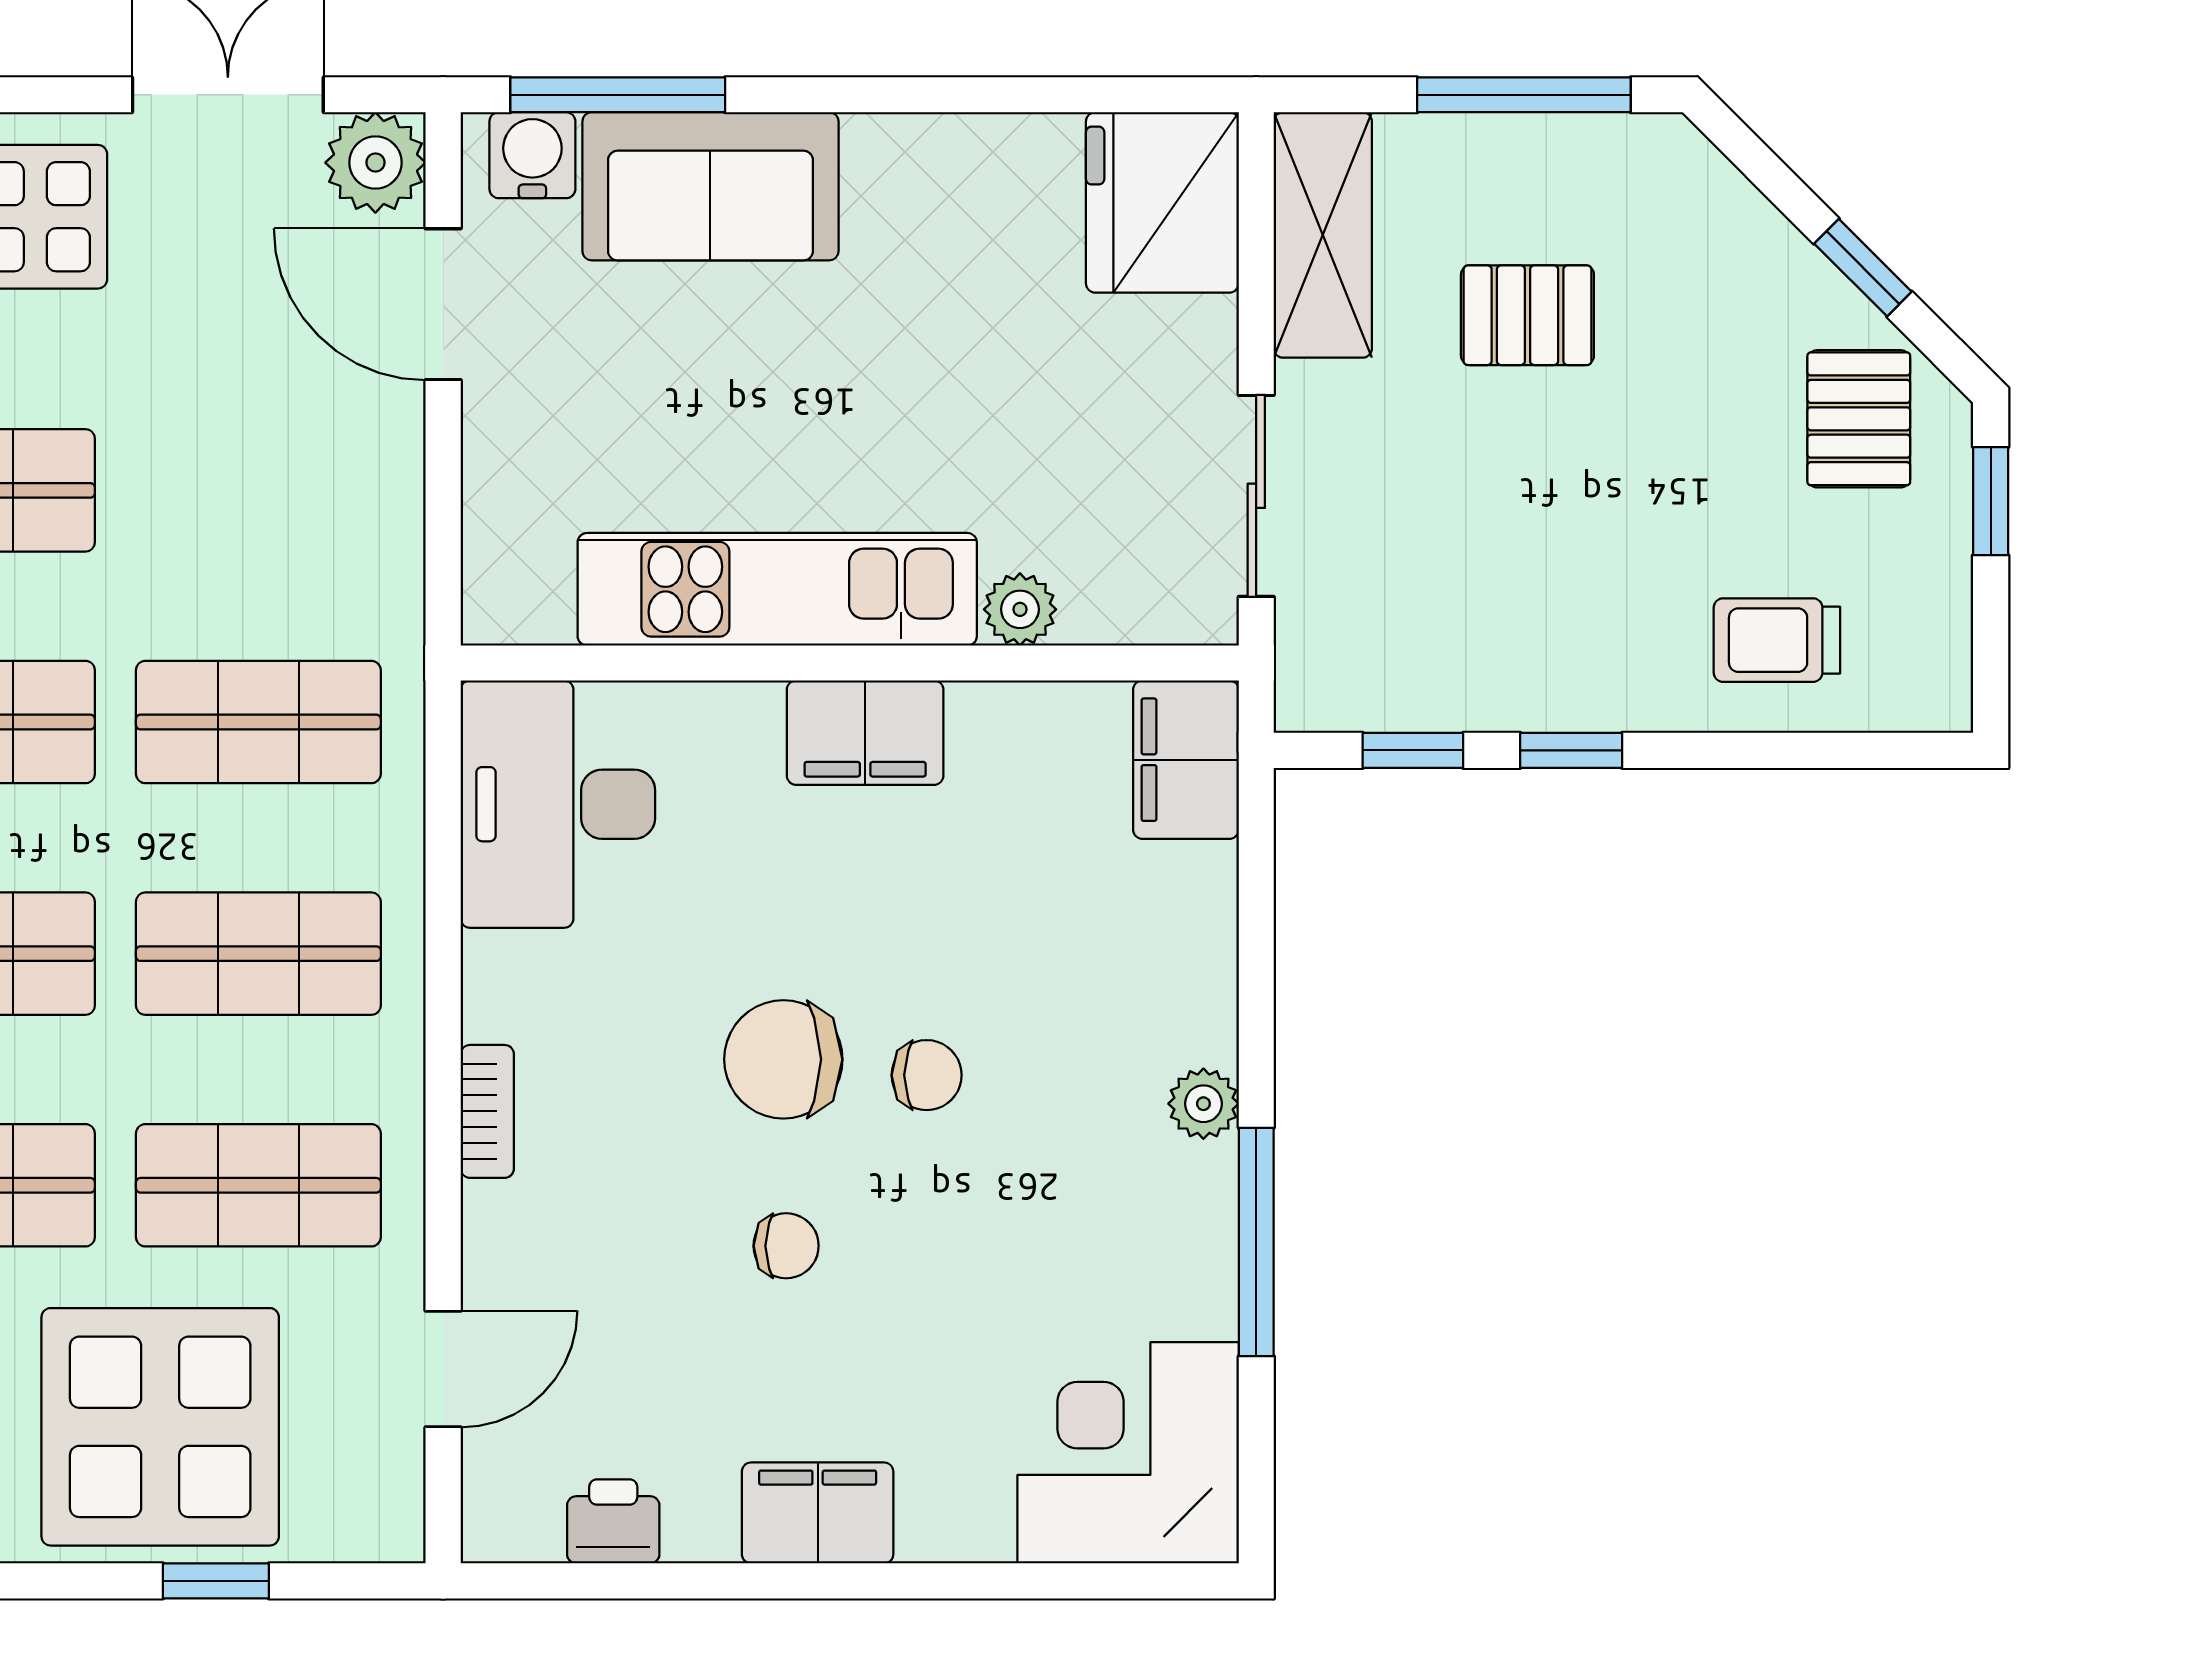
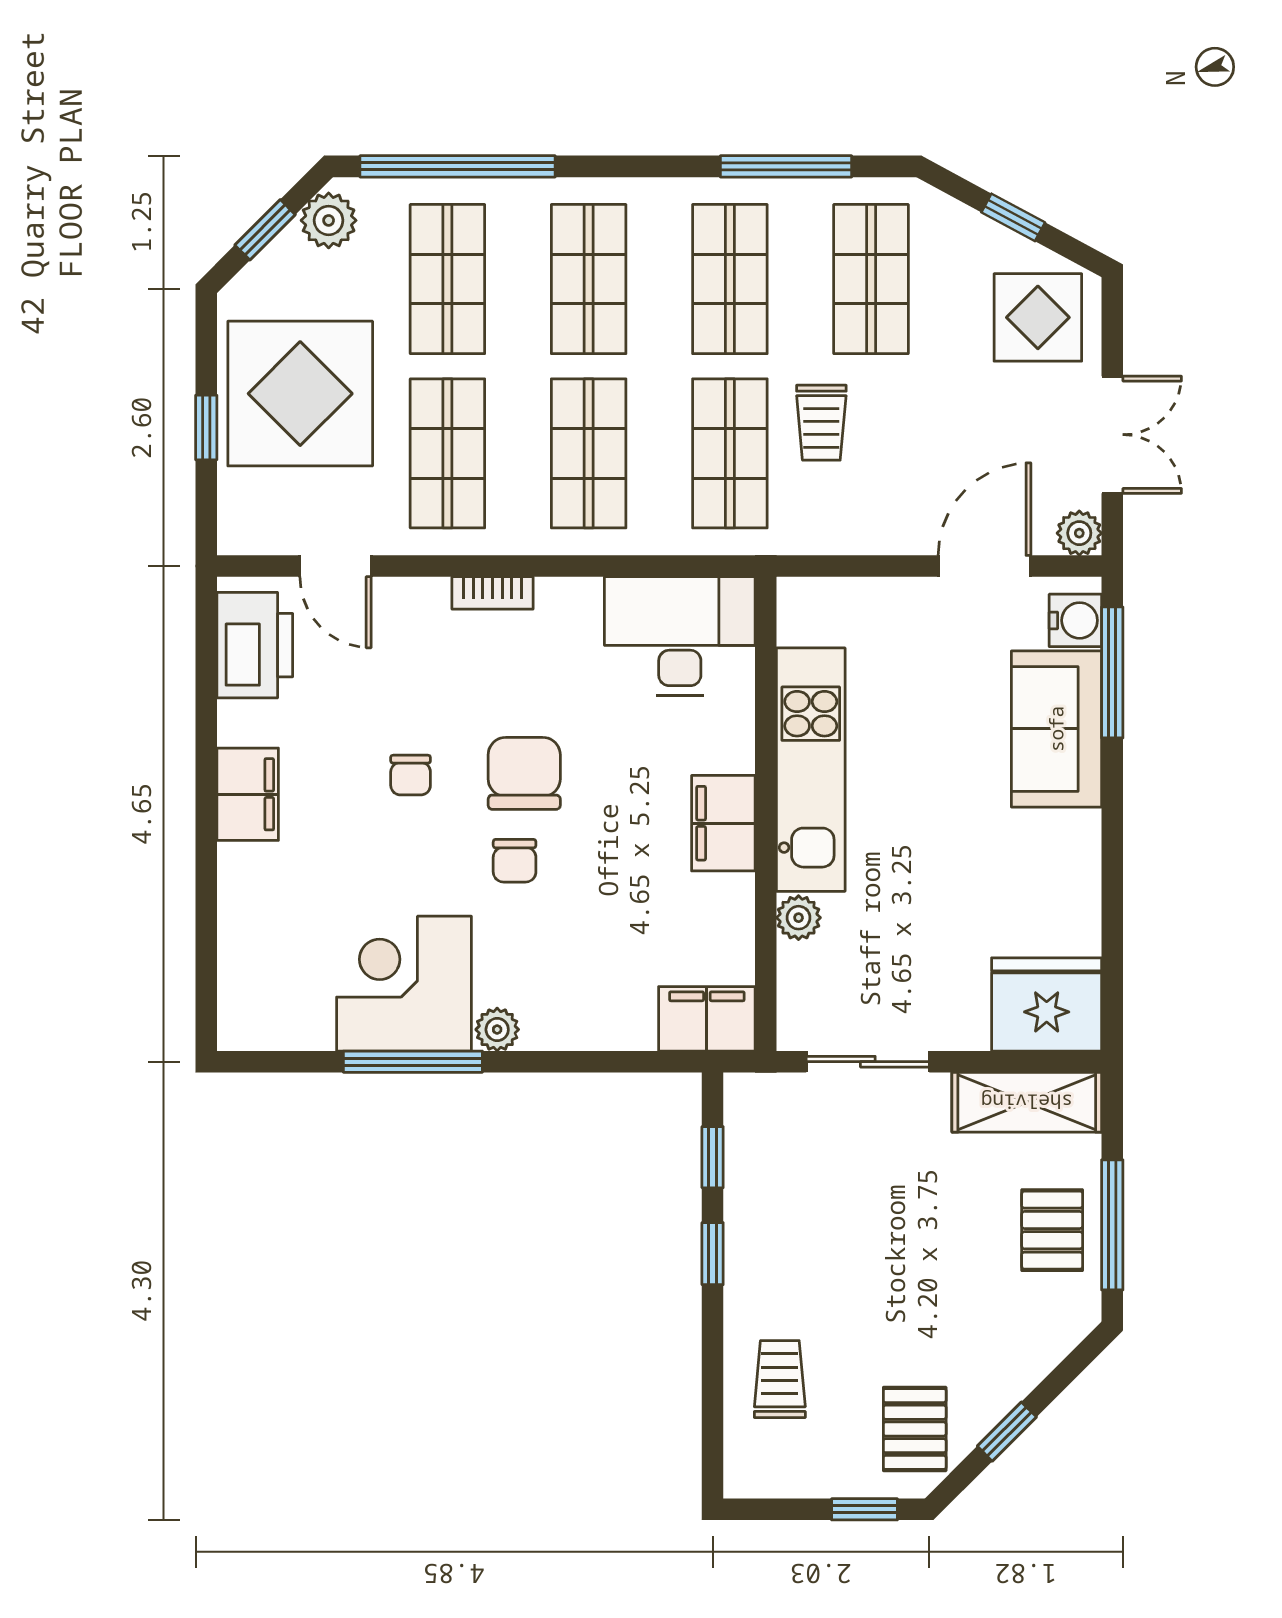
plant: (375, 163) -> (1079, 533), width x0.73, depth x0.73
pallet: (1527, 315) -> (1052, 1230), moved
pallet: (1859, 419) -> (915, 1429), turned 90
trolley: (208, 572) -> (821, 423), added
corner desk: (1128, 1453) -> (404, 984), moved, turned -90
printer: (613, 1521) -> (255, 645), width x1.87, depth x1.48

